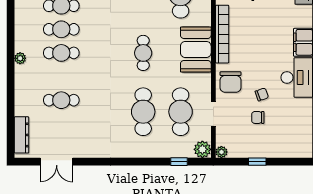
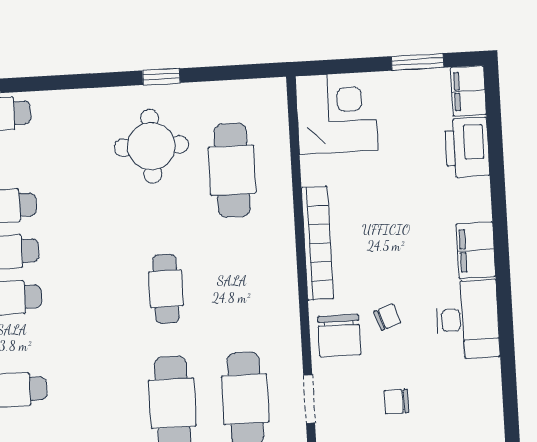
booth: (196, 49) -> (268, 276), removed
chair: (262, 94) -> (387, 317), moved

